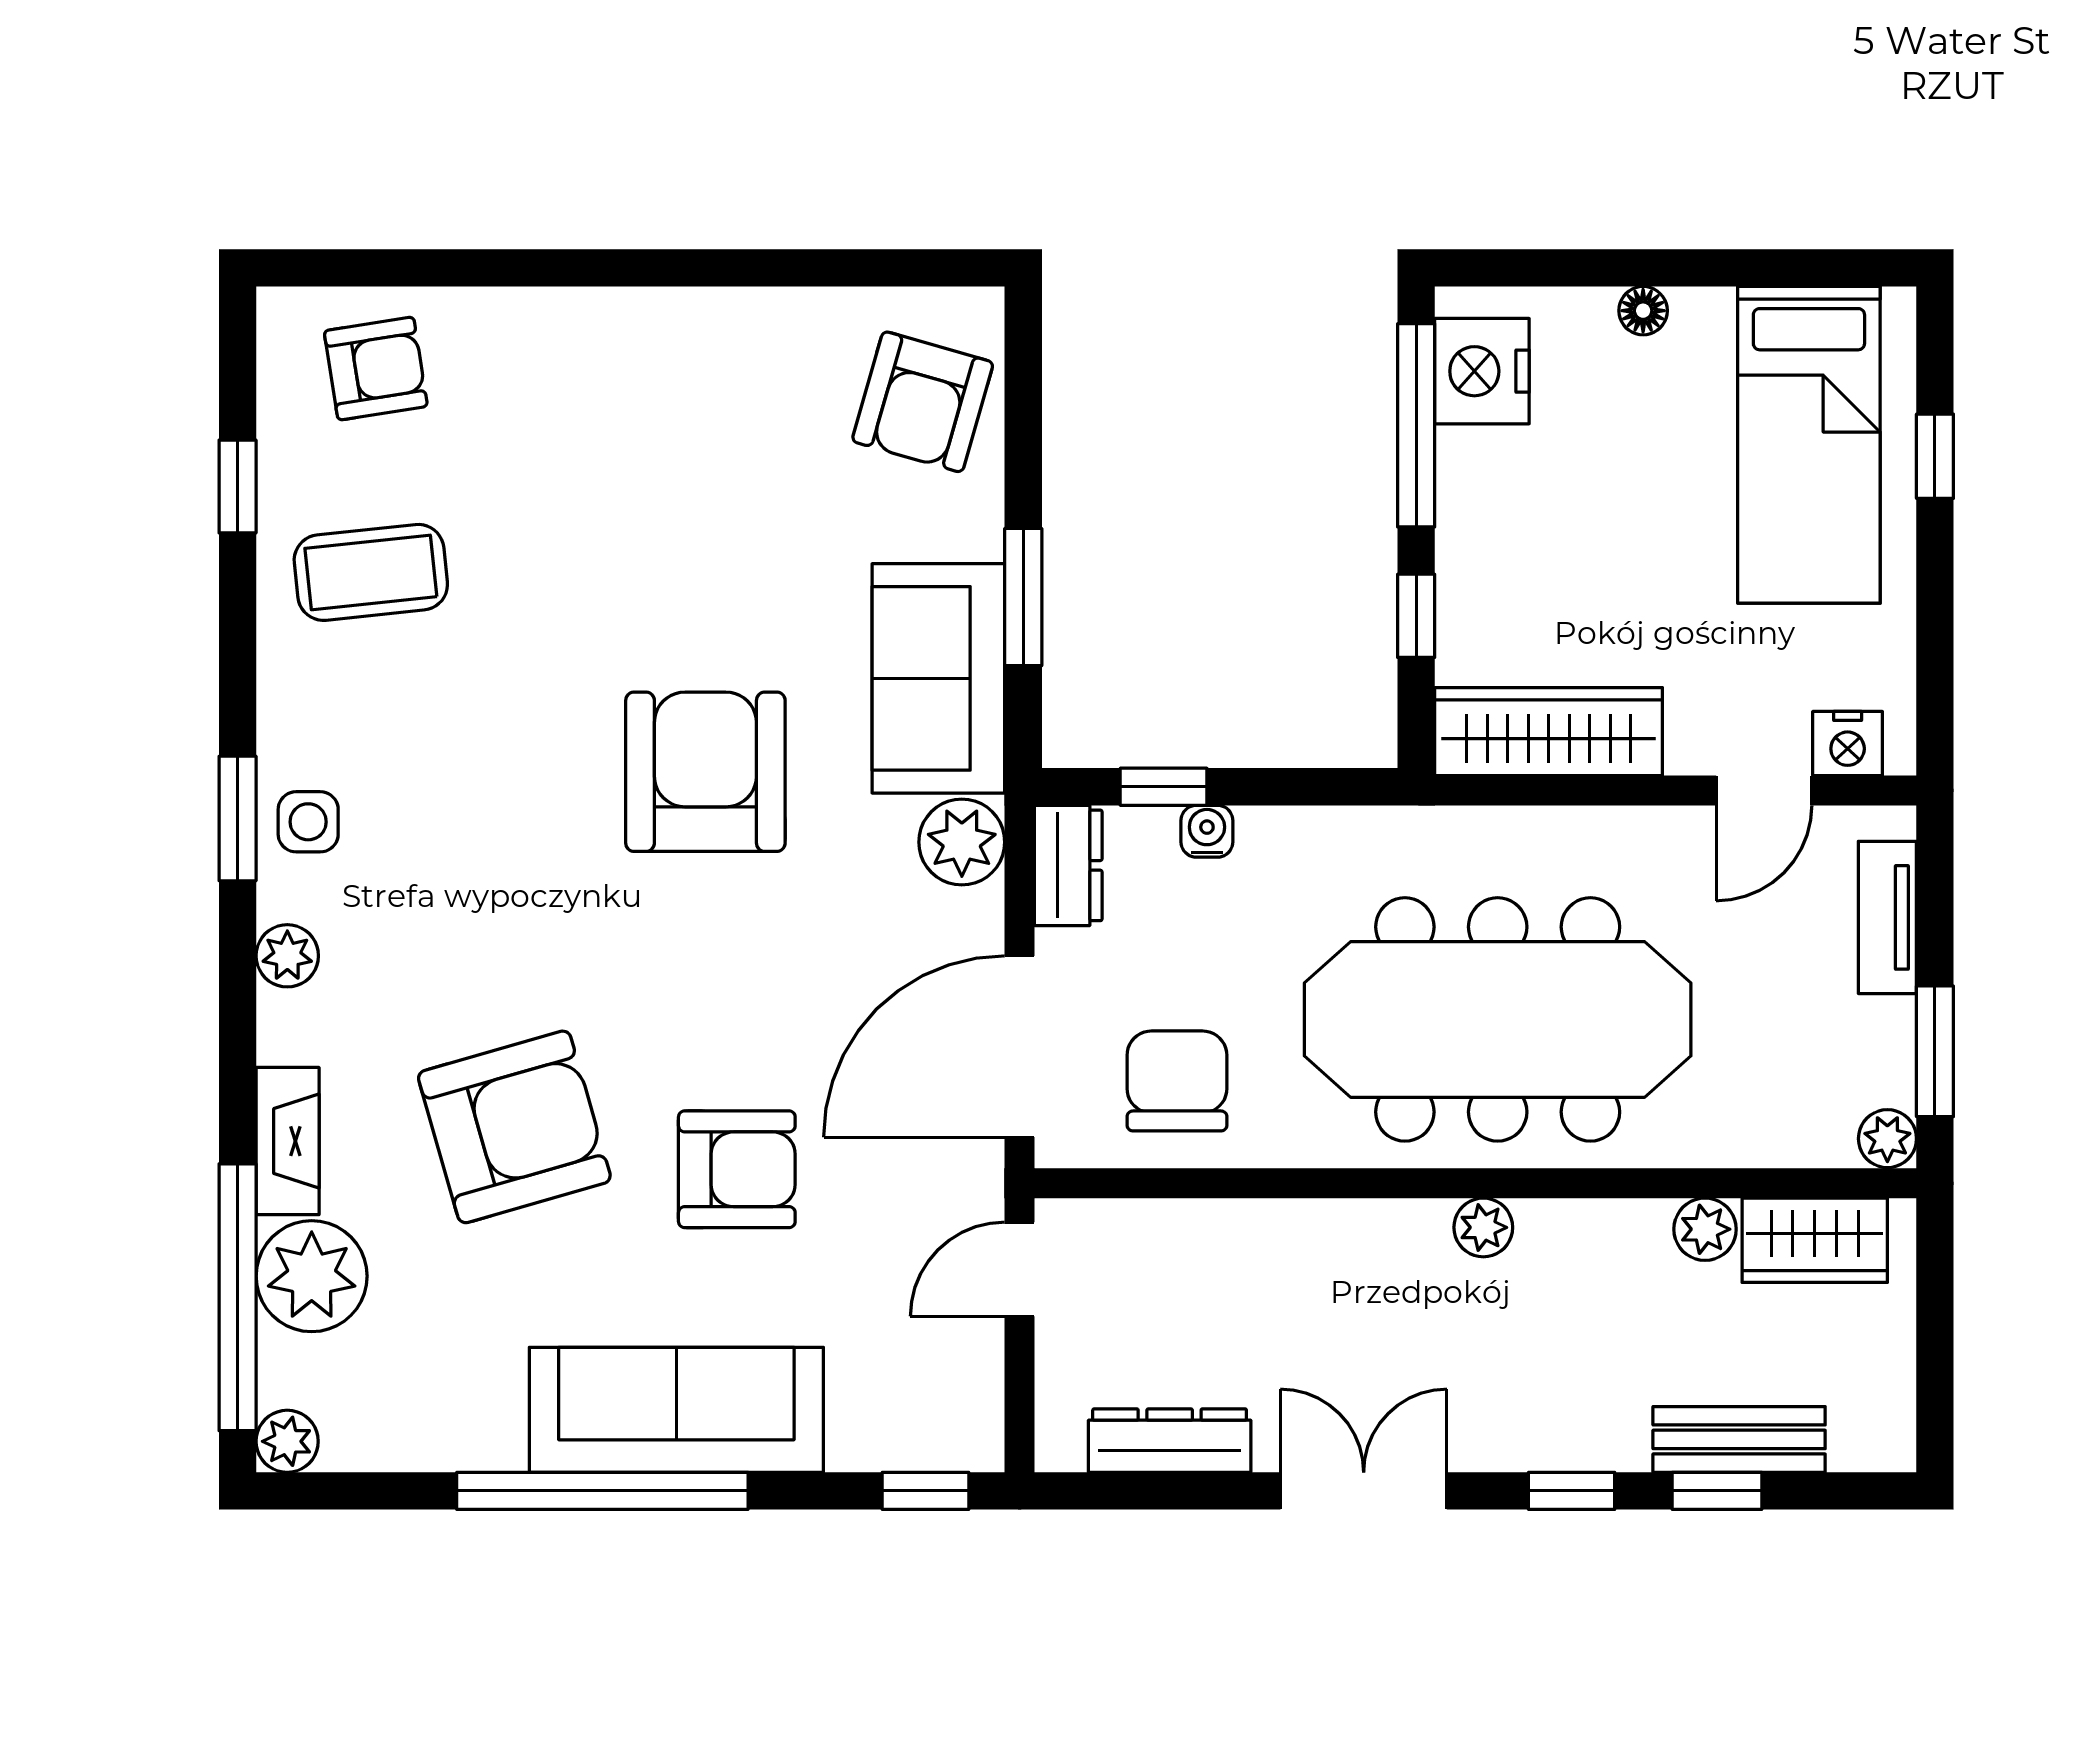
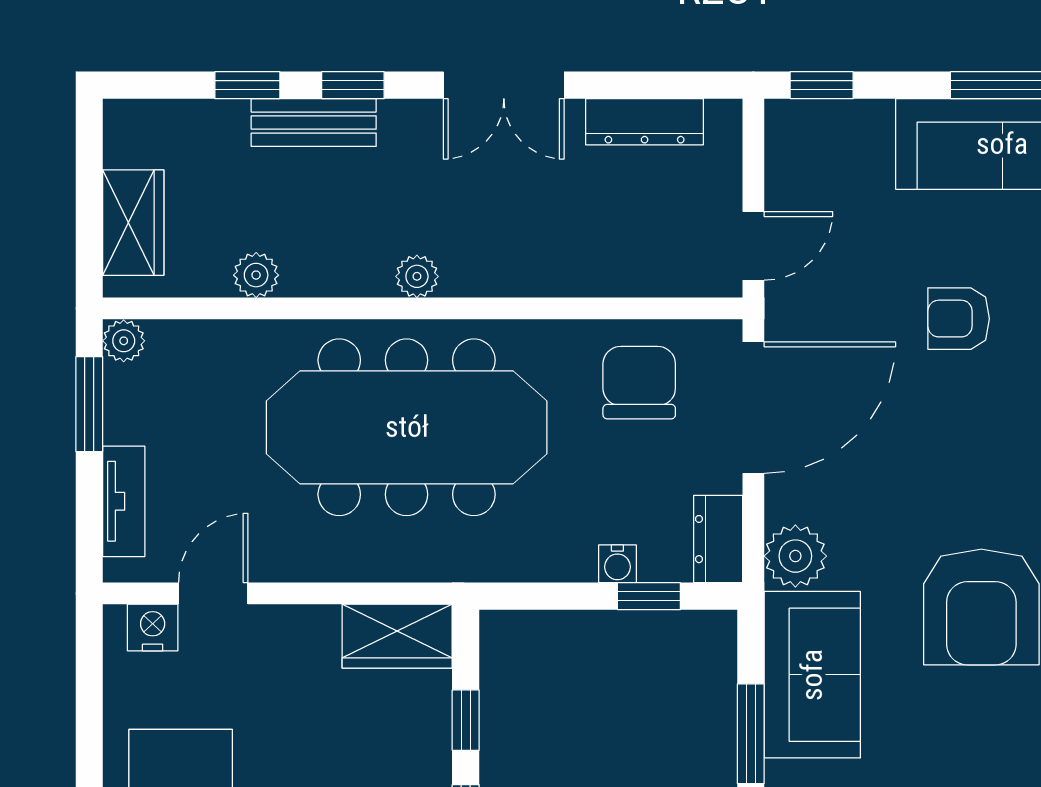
wardrobe: (1549, 732) -> (397, 636), width x0.67
chair: (1177, 1081) -> (639, 383), turned 180
armchair: (737, 1169) -> (959, 319), width x0.72, depth x0.72
wardrobe: (1815, 1240) -> (133, 223), moved, turned 90
bench: (1739, 1439) -> (314, 123), moved

